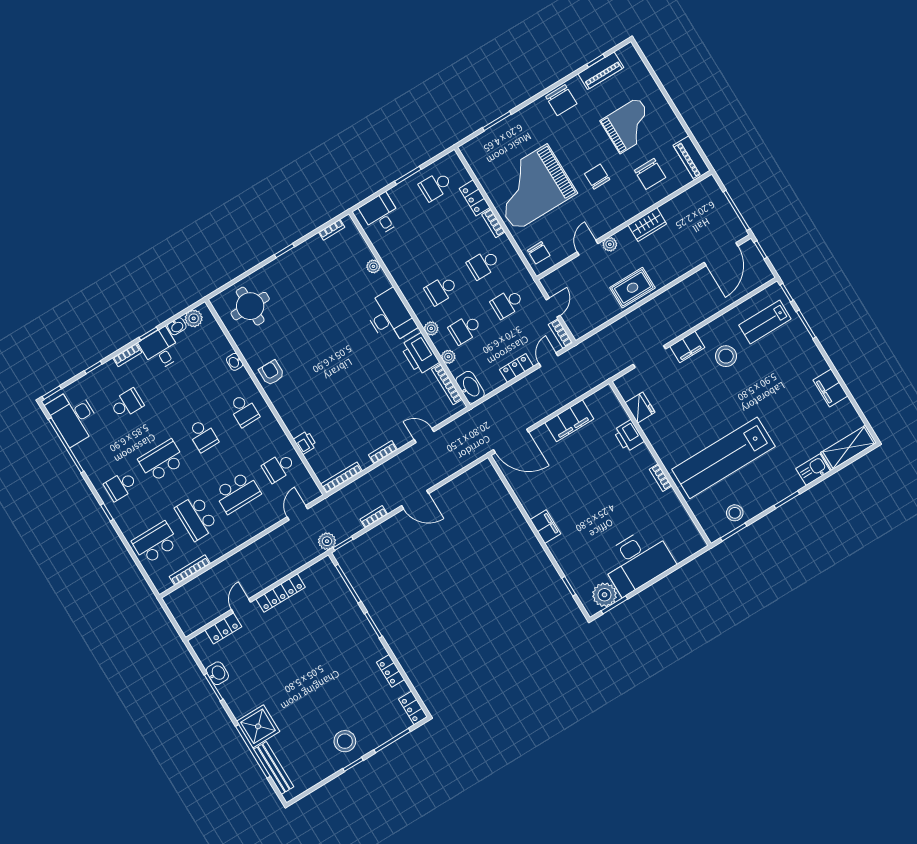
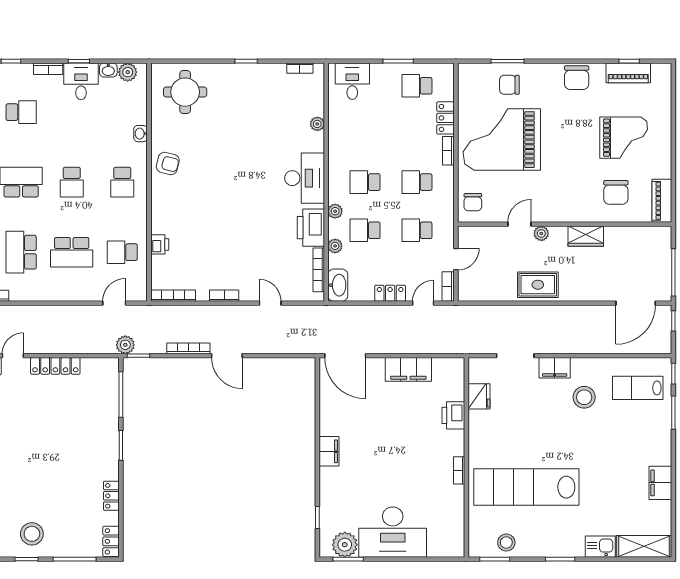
chair: (597, 177) -> (509, 85), moved, turned -90
armchair: (272, 373) -> (168, 163), turned 104
bookcase: (374, 517) -> (188, 348), width x1.56

